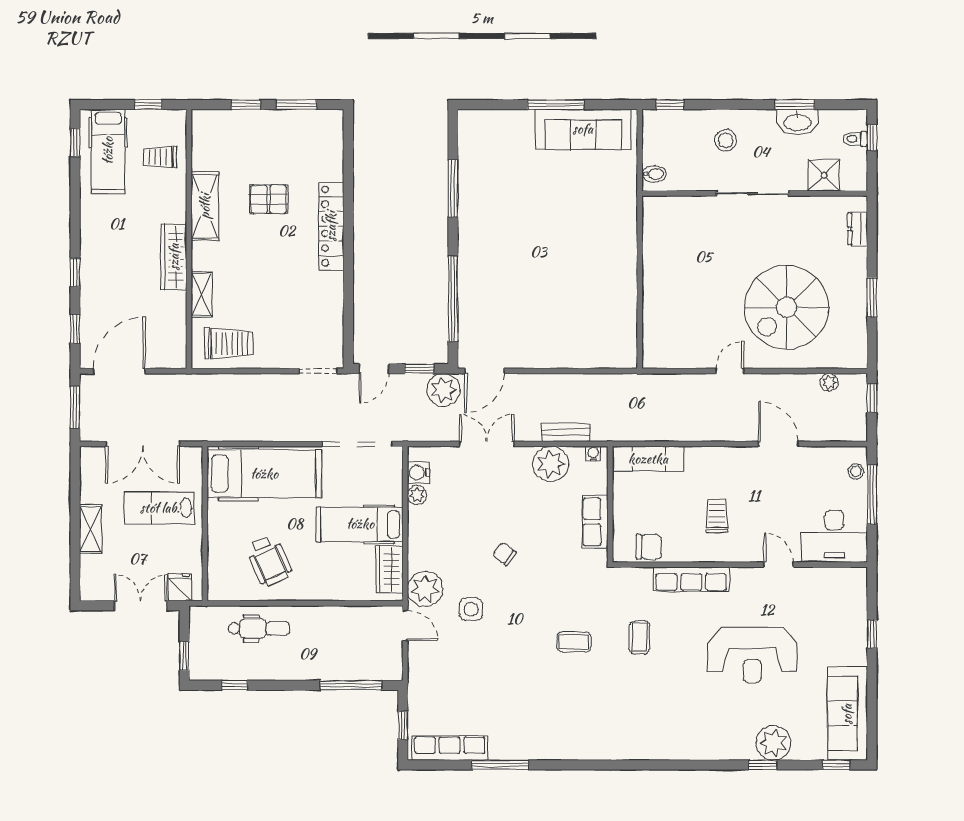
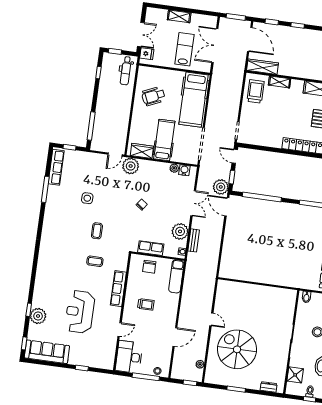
wardrobe: (174, 257) -> (262, 67), moved
trolley: (229, 343) -> (255, 91), turned 180
chair: (649, 547) -> (149, 267), moved
side table: (471, 609) -> (87, 198), moved
dental chair: (259, 628) -> (126, 71), moved

